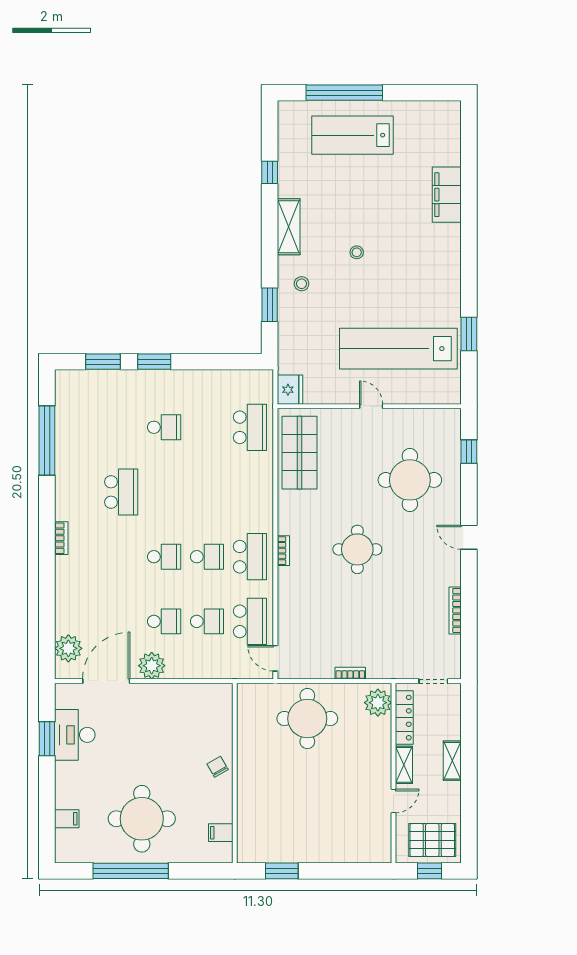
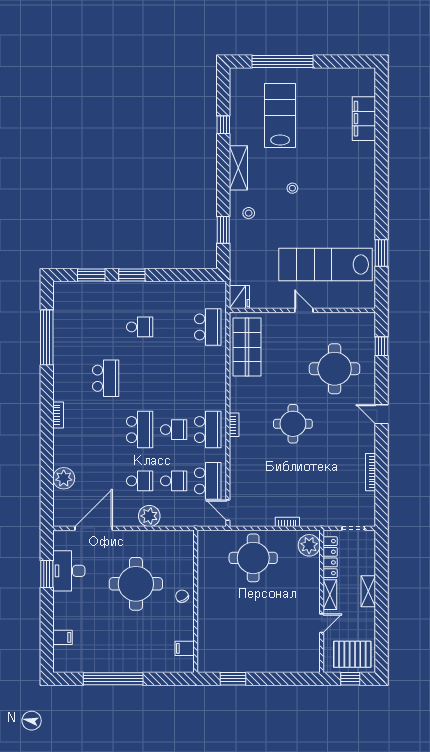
lab bench: (353, 135) -> (280, 116), moved, turned 90
filing cabinet: (447, 195) -> (364, 119), moved
school desk: (164, 557) -> (140, 430), width x1.85
plant: (68, 648) -> (64, 478), moved
plant: (152, 666) -> (149, 516), moved
round table: (142, 819) -> (136, 584), moved

